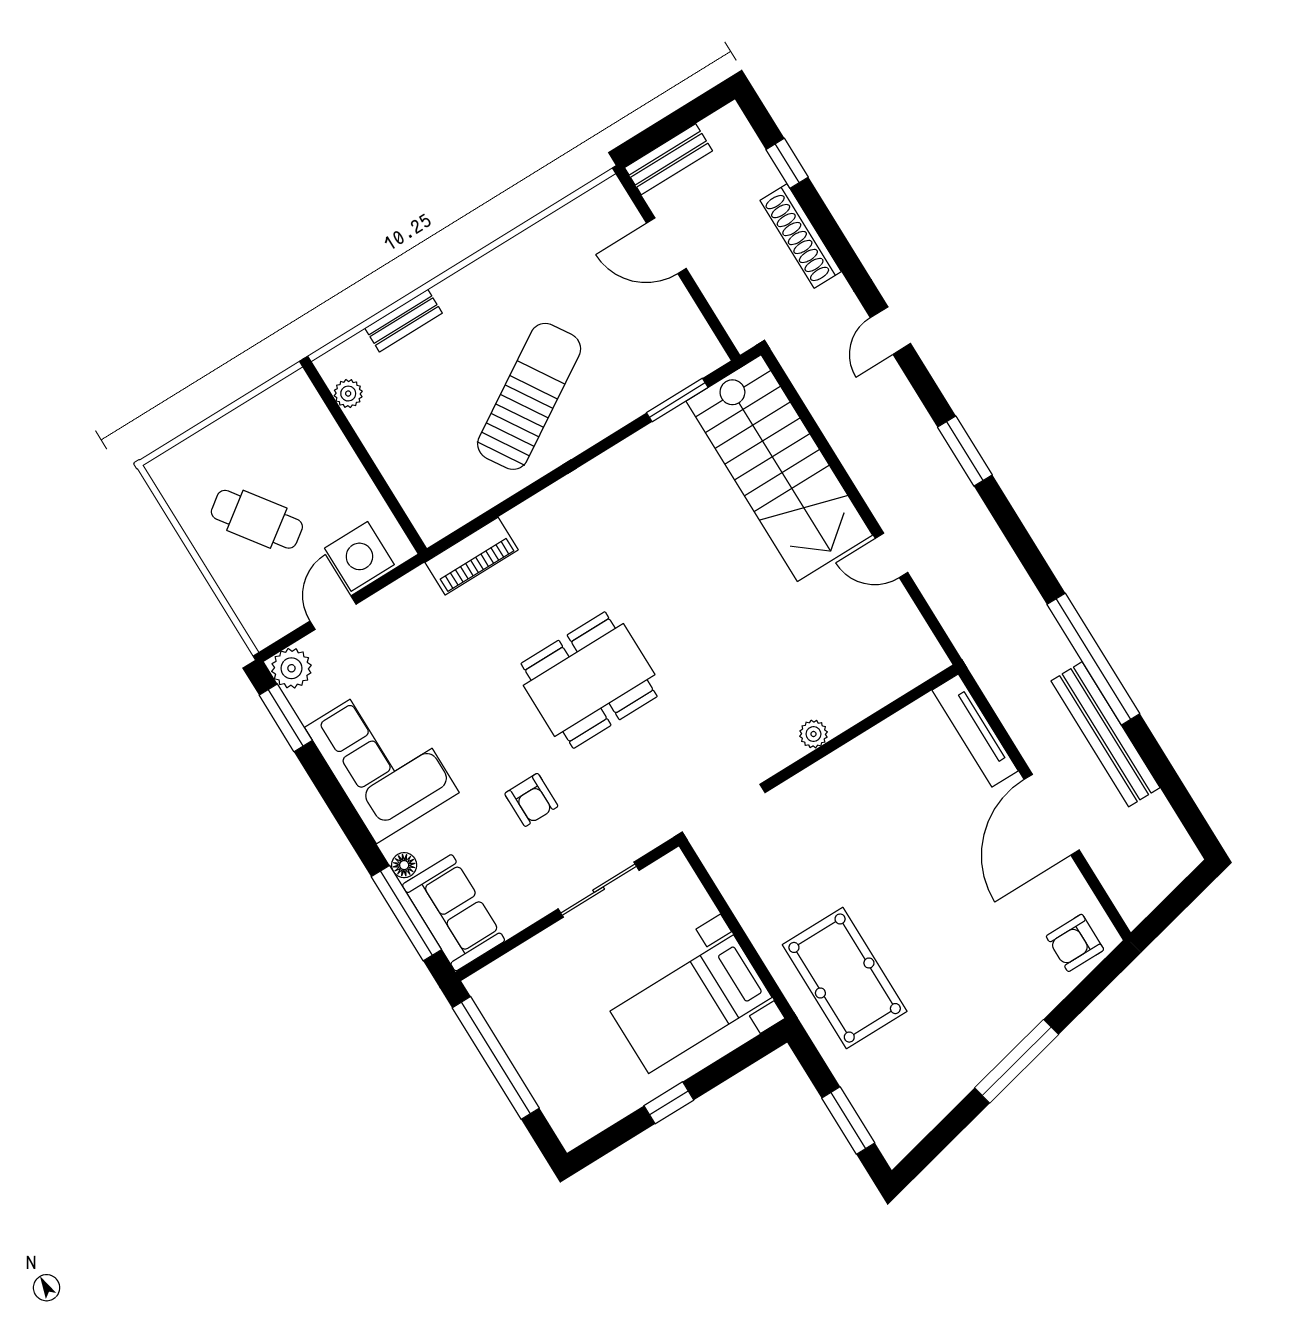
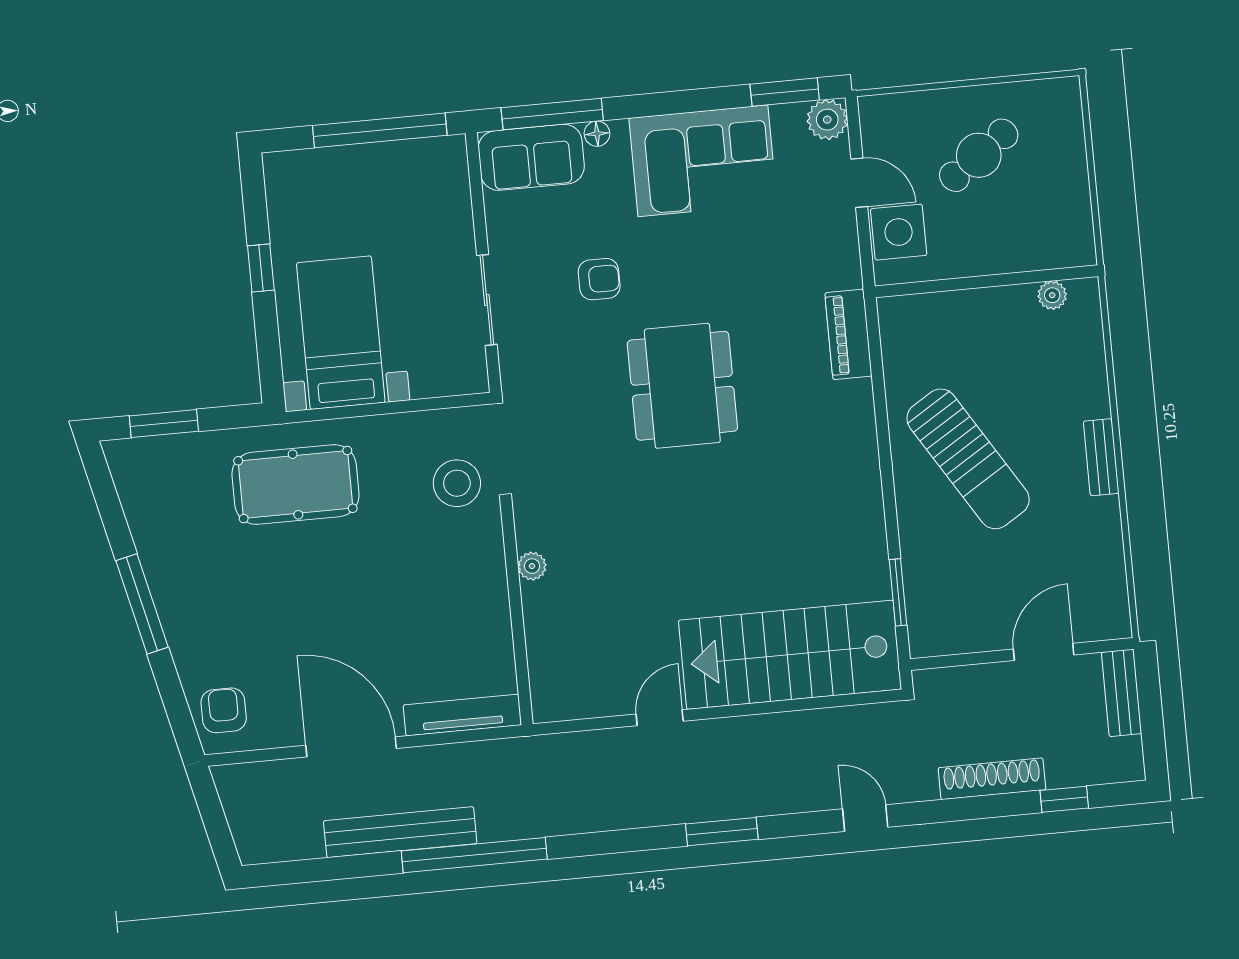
bench: (404, 321) -> (1101, 457), moved
armchair: (531, 800) -> (599, 279), turned 180
stool: (773, 836) -> (457, 483), added

